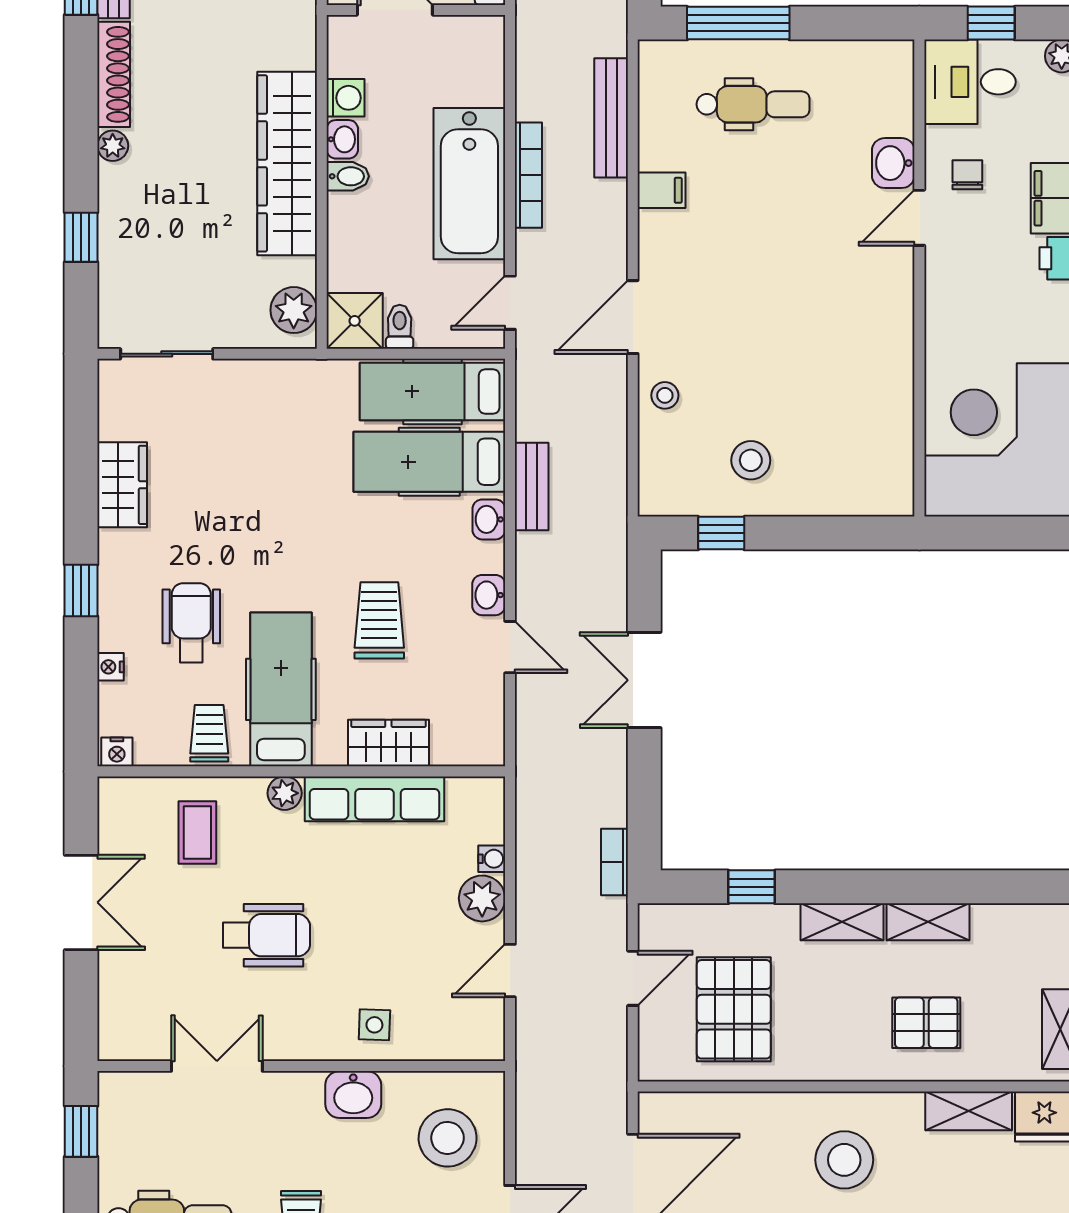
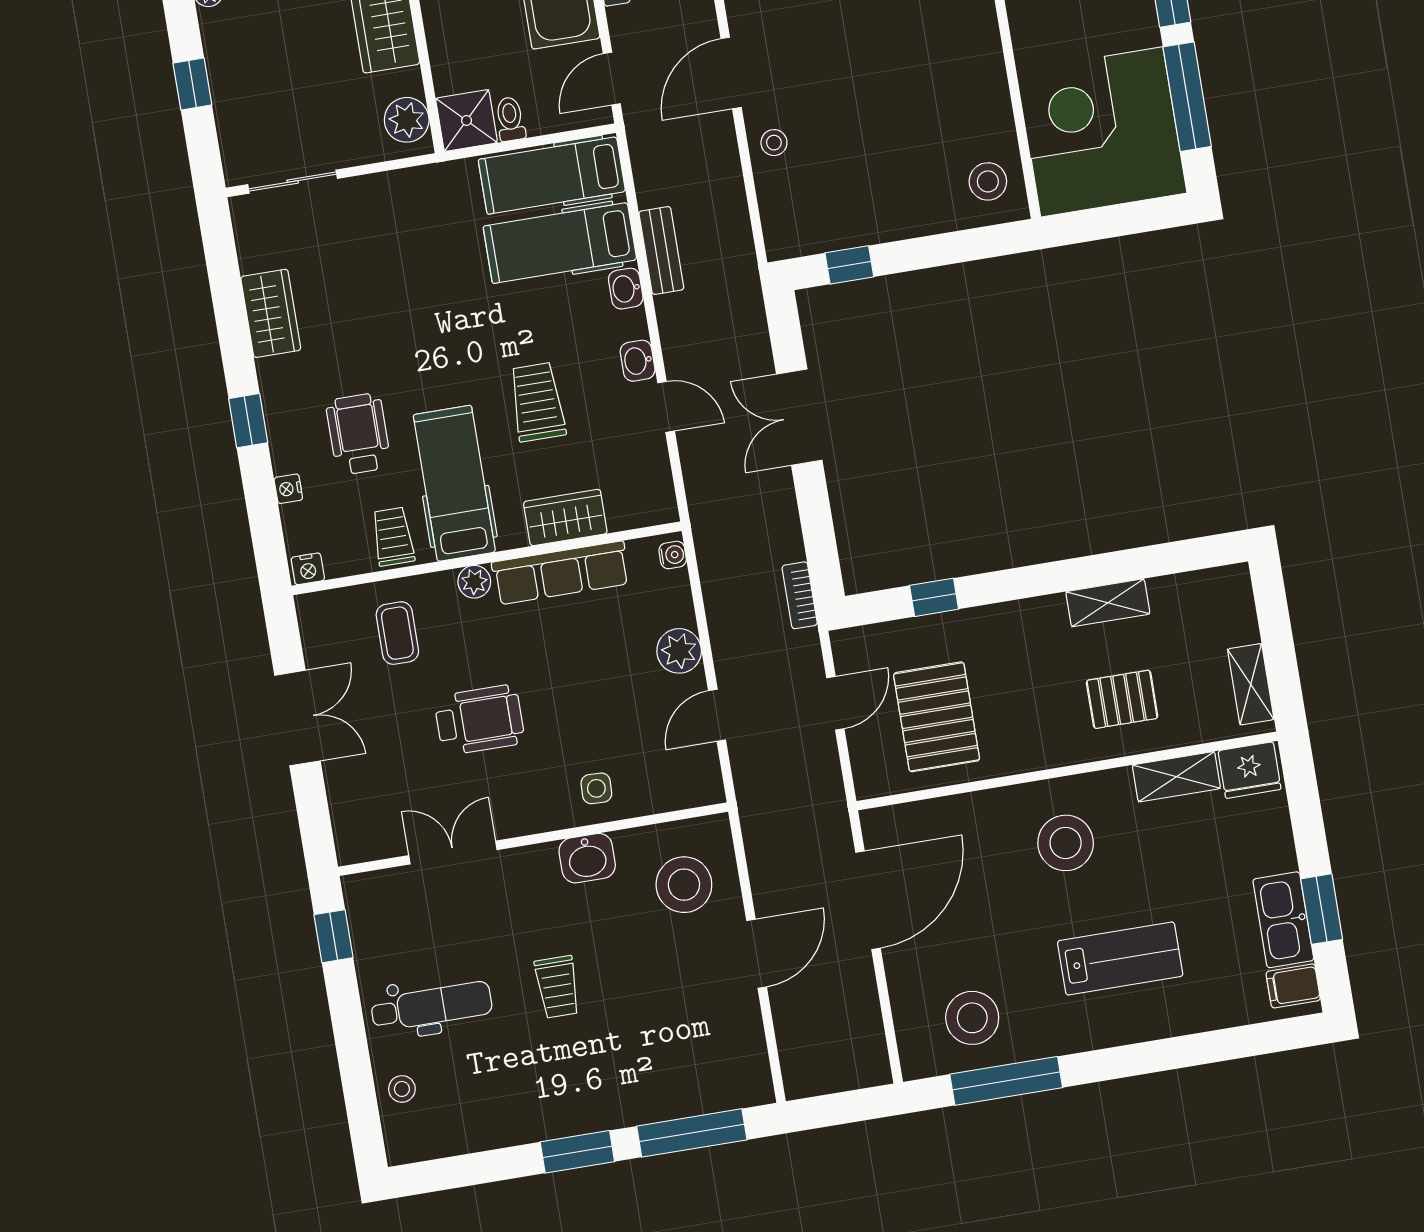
stool: (751, 460) -> (988, 181), moved
water cooler: (492, 859) -> (673, 555), moved
shelving: (842, 922) -> (1026, 616), removed

